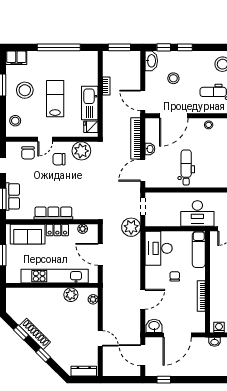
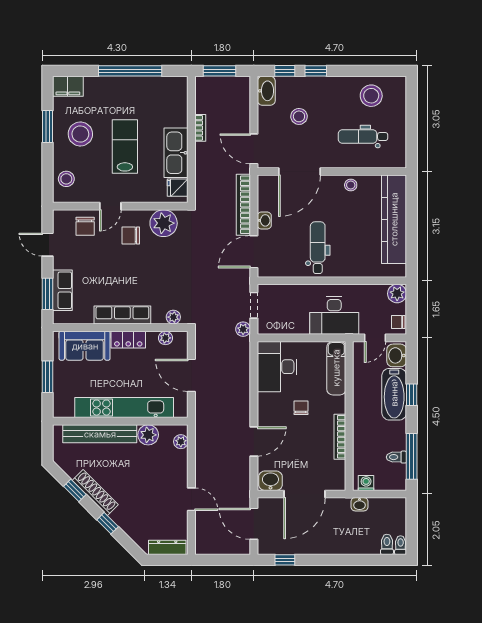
plant: (88, 215) -> (173, 317), added
plant: (131, 227) -> (243, 329), width x0.53, depth x0.53
bench: (38, 294) -> (100, 434), added

